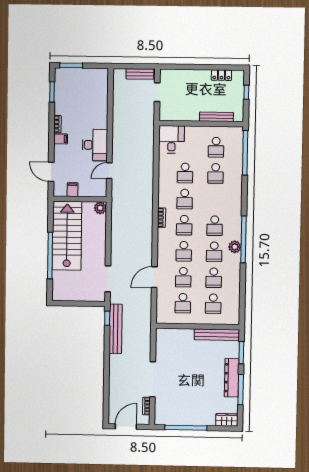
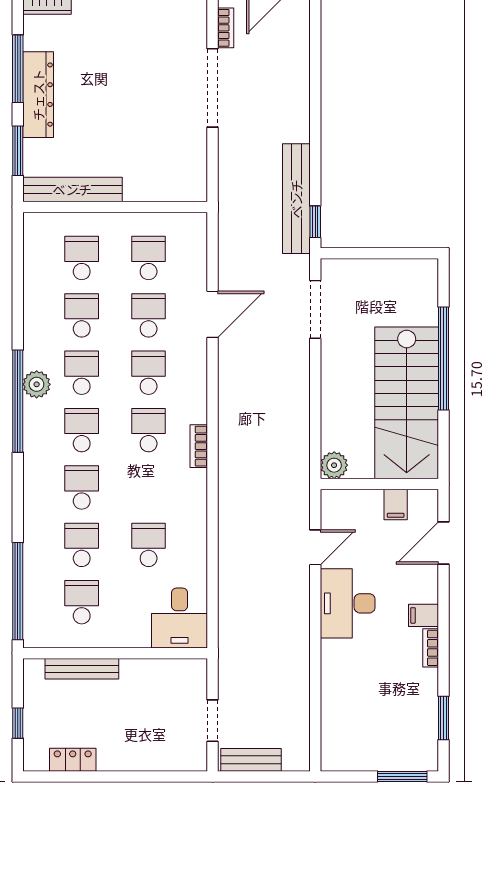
door: (51, 172) -> (443, 543), swing flipped
school desk: (185, 199) -> (82, 488), moved

